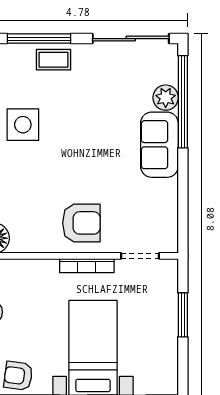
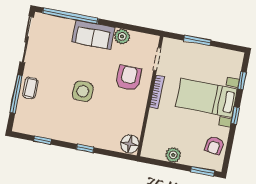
plant: (166, 98) -> (122, 36), moved
side table: (23, 125) -> (83, 91), moved
armchair: (81, 223) -> (129, 78), moved

